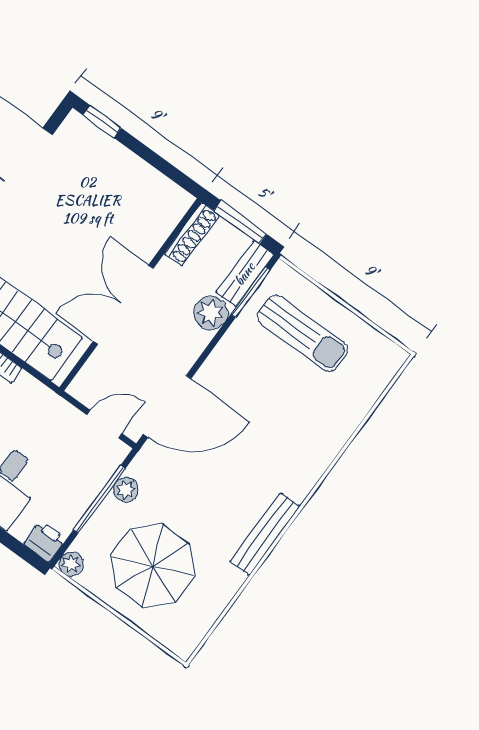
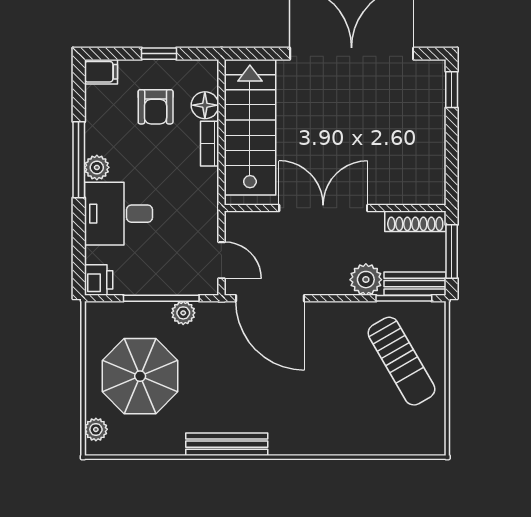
sun lounger: (303, 333) -> (401, 361), turned -30
plant: (71, 564) -> (96, 429), moved

